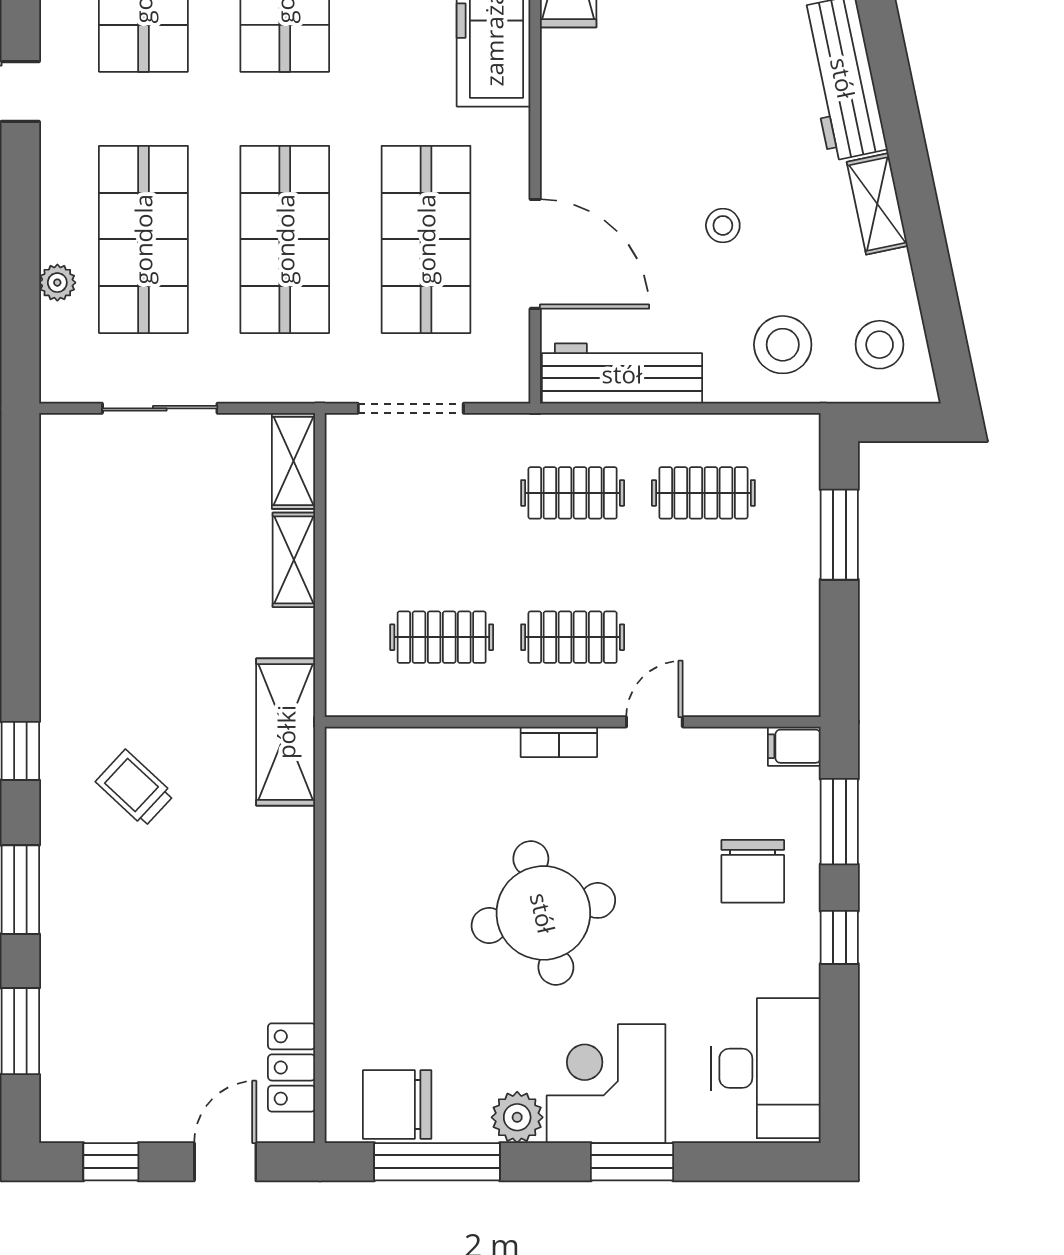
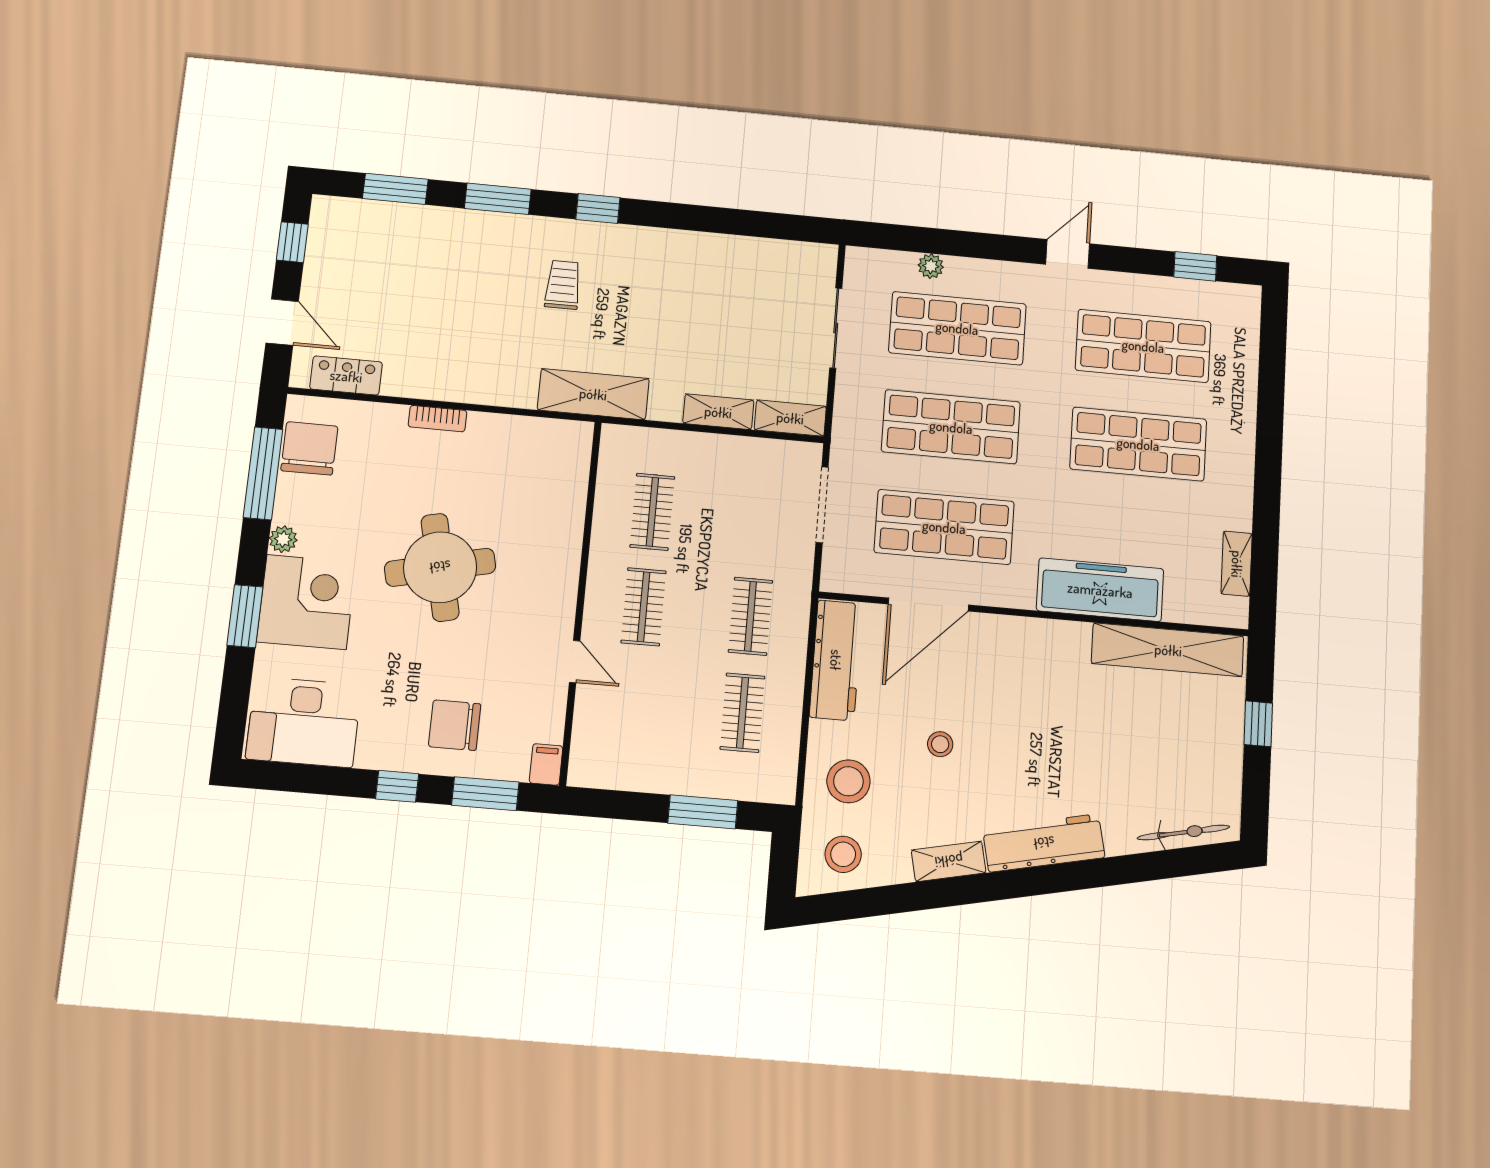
bookcase: (559, 742) -> (437, 419), moved, turned -90
trolley: (135, 788) -> (563, 285), turned -43
plant: (517, 1117) -> (283, 539), width x0.73, depth x0.73

